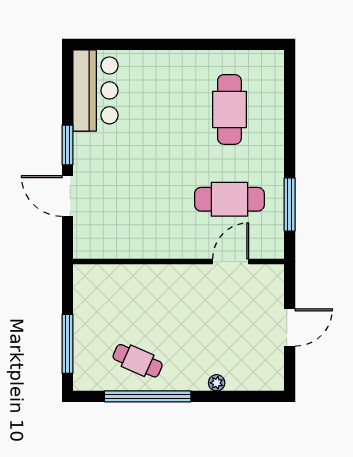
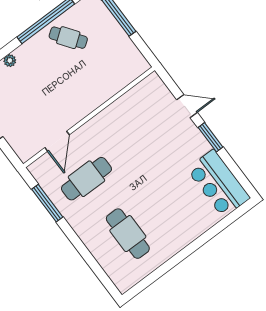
door: (67, 196) -> (187, 106), width x0.73
cafe table: (138, 361) -> (68, 38), turned 30

